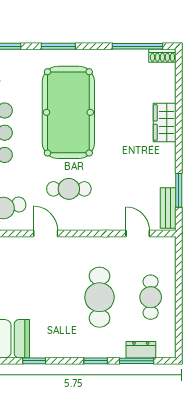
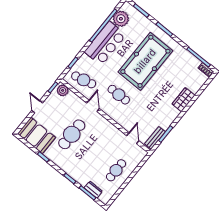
cafe table: (99, 297) -> (72, 134), moved

